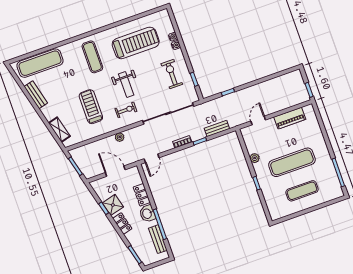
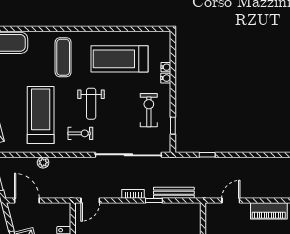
treadmill: (136, 43) -> (120, 59), turned 180
treadmill: (91, 107) -> (41, 115), width x1.37, depth x1.38
bench: (217, 128) -> (174, 193), width x1.36
plant: (120, 137) -> (43, 163), moved
door: (115, 171) -> (27, 201), moved

